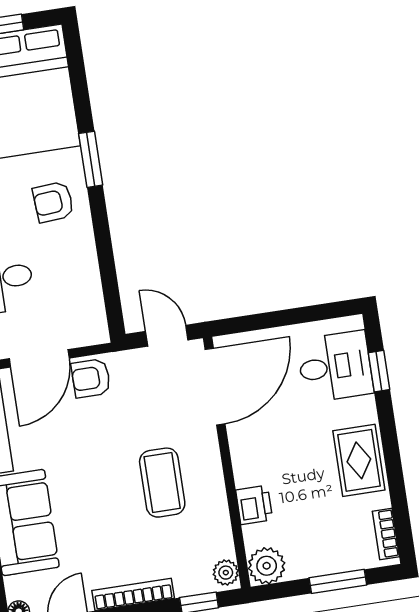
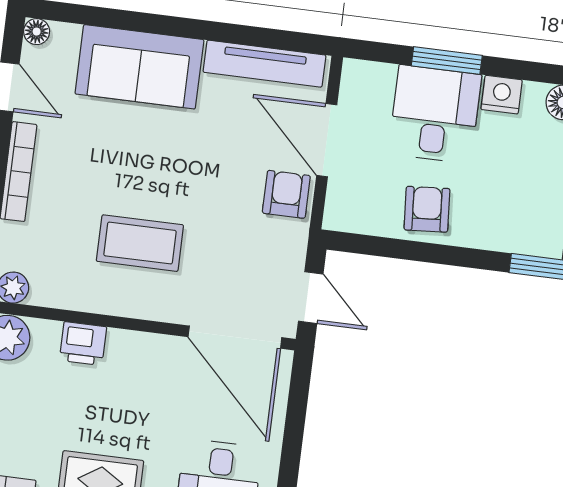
armchair: (53, 202) -> (427, 209), moved
door: (167, 336) -> (311, 298), hinge flipped

